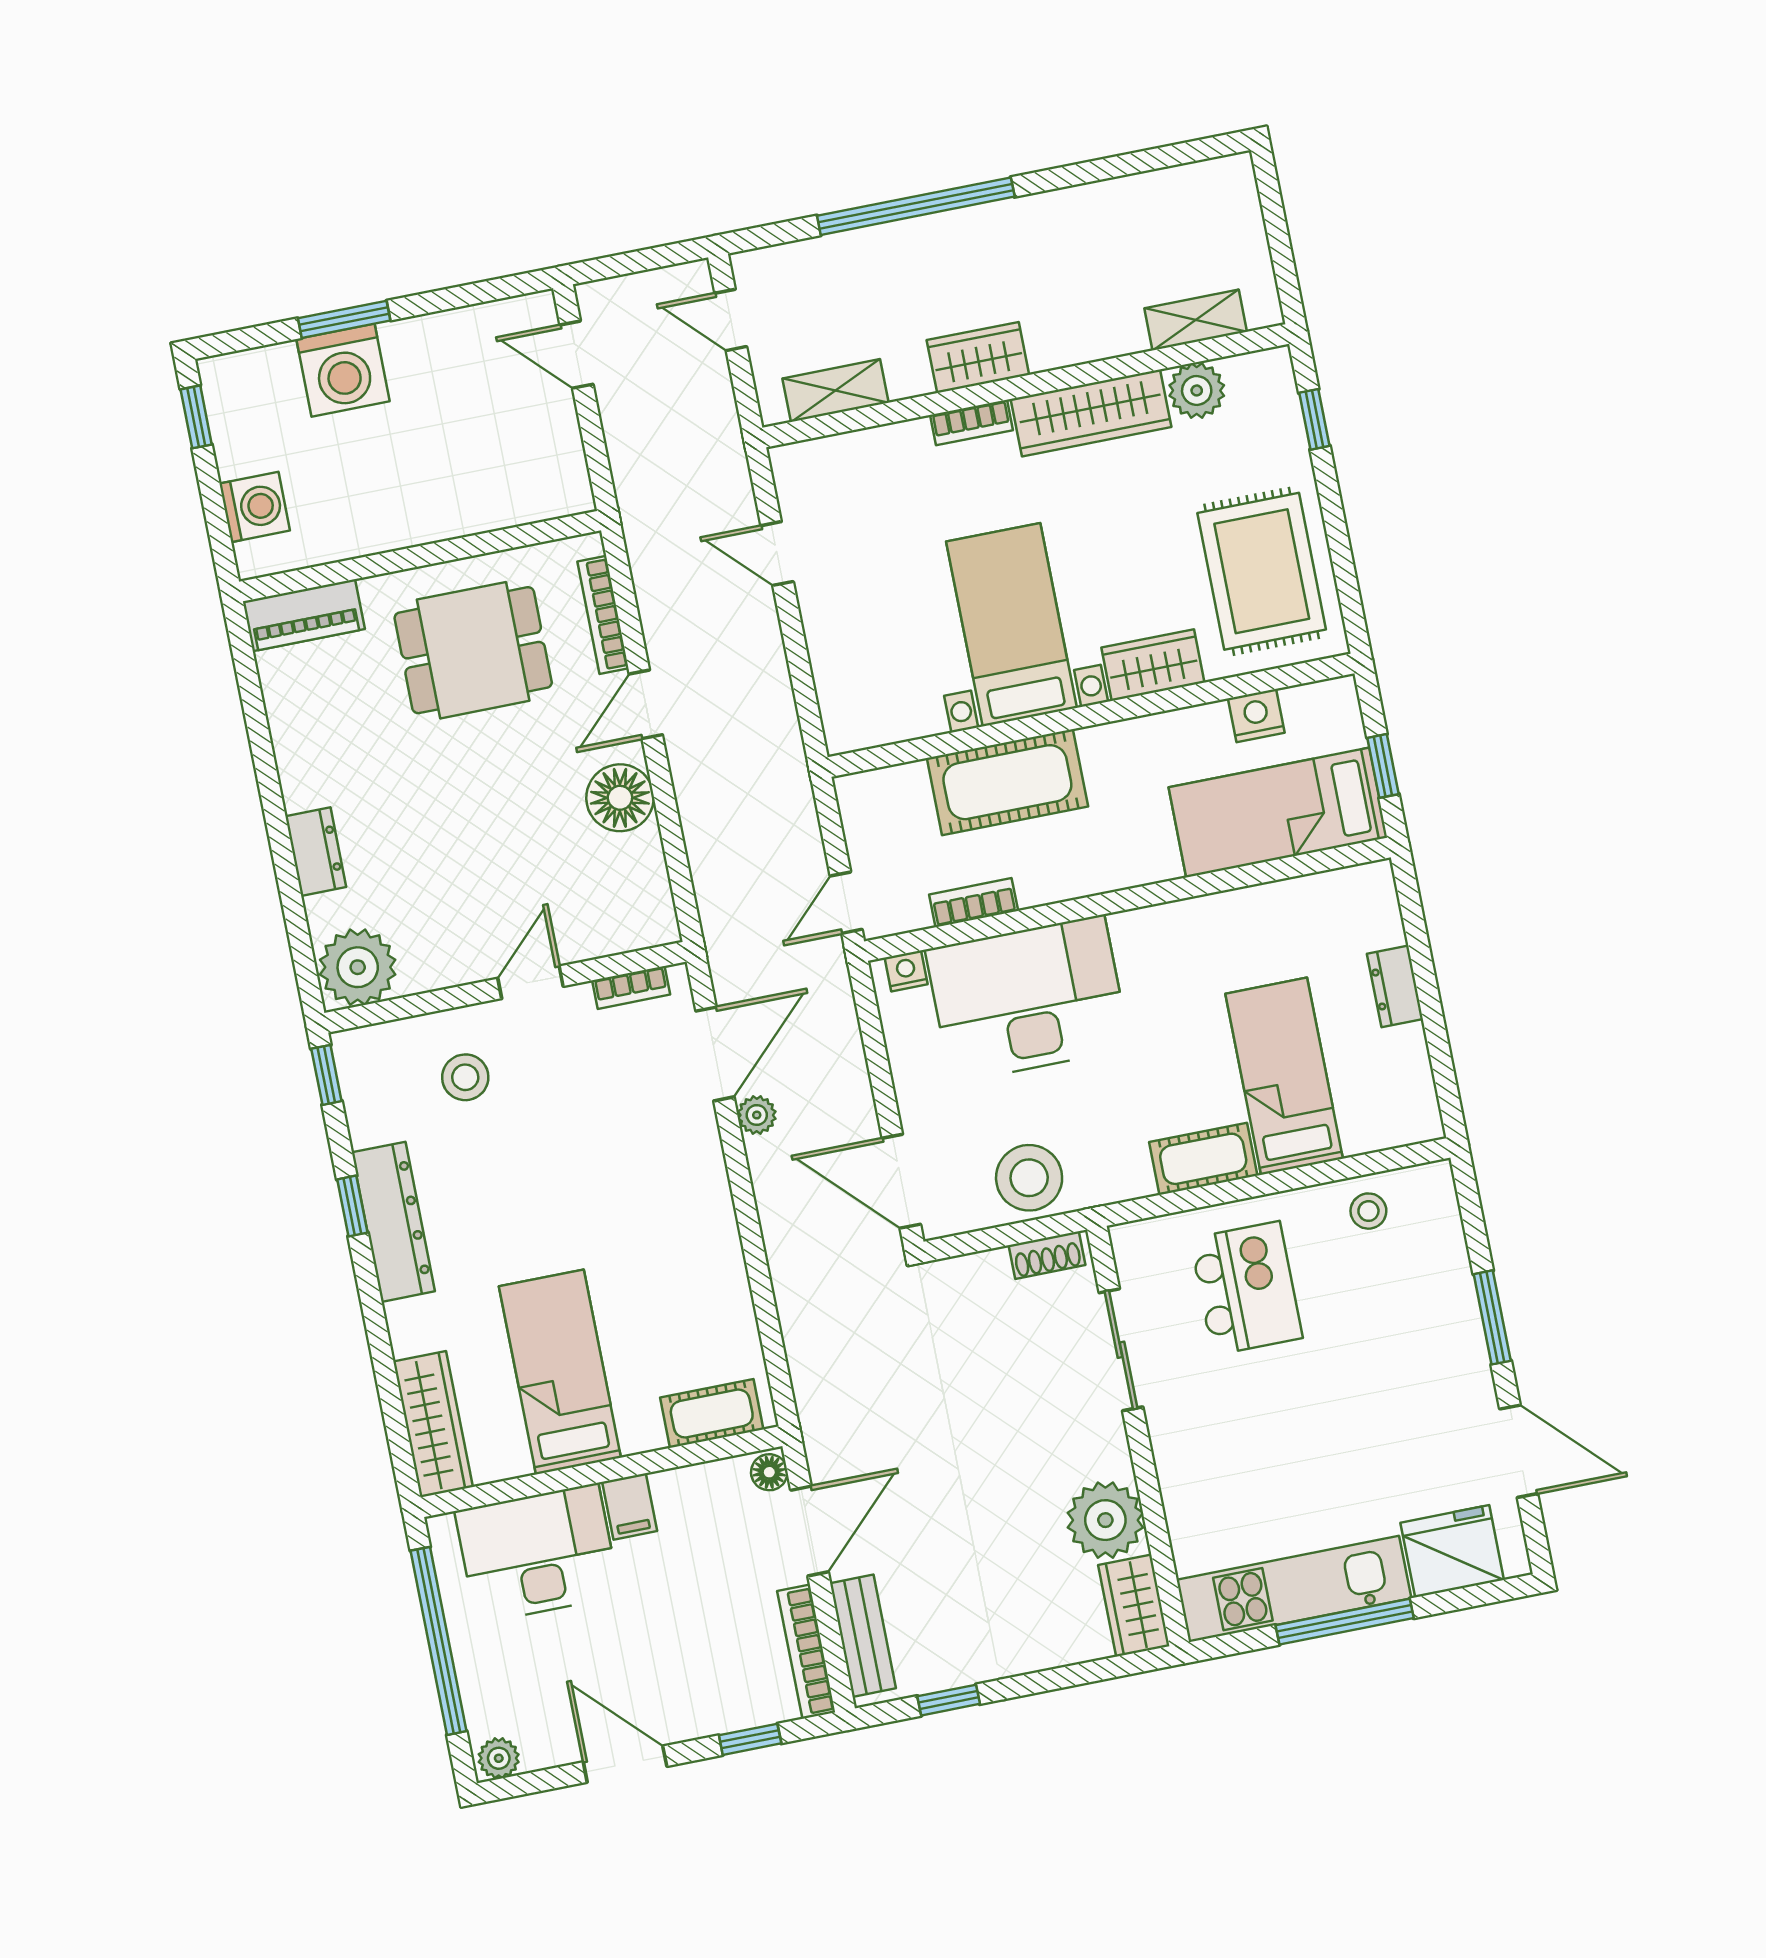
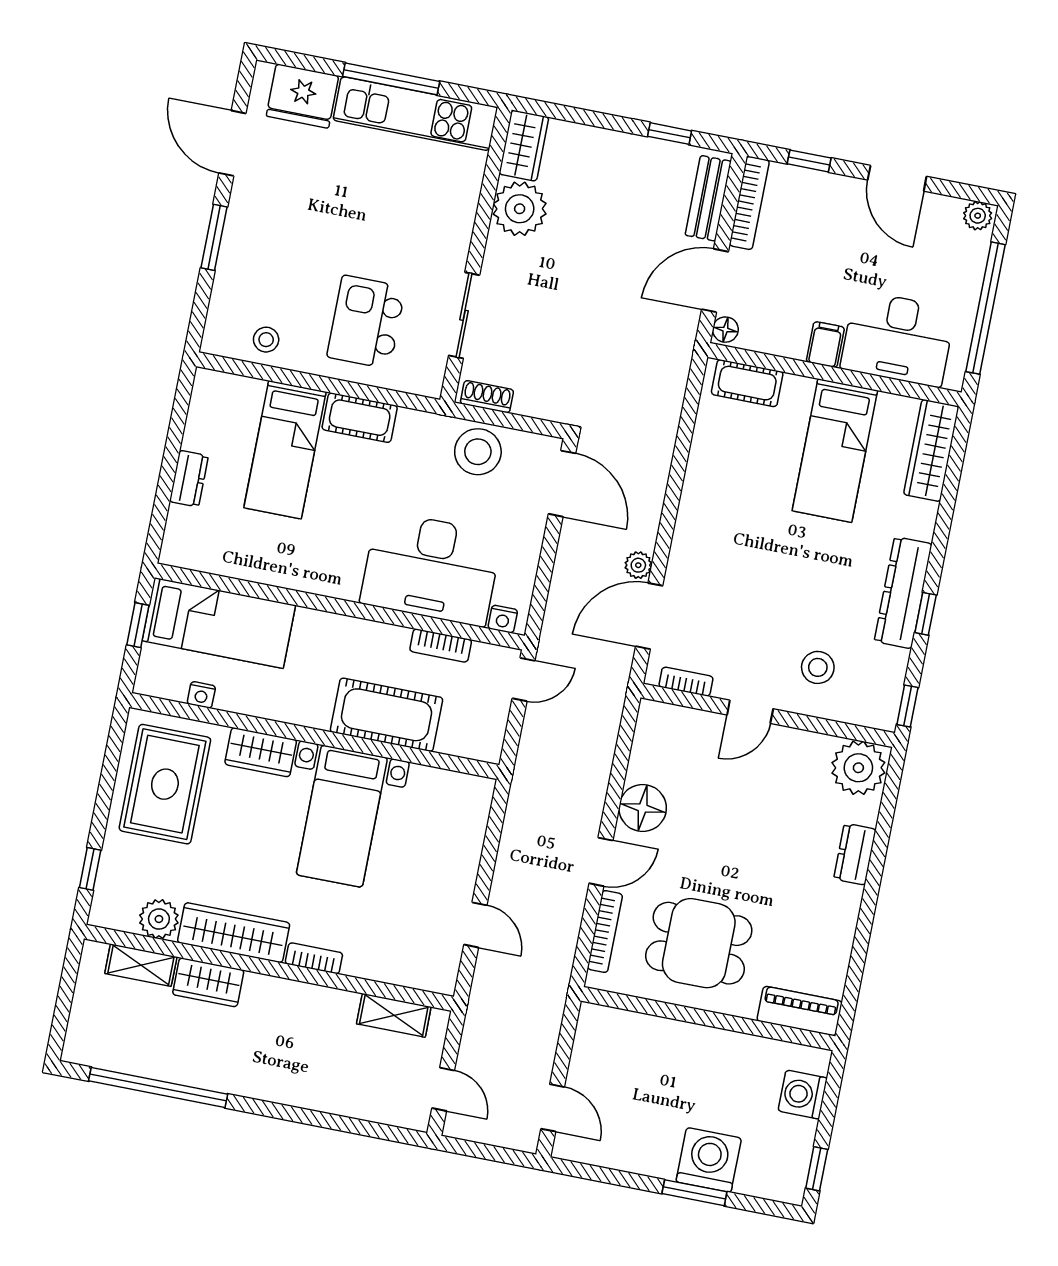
window: (916, 206) -> (158, 1087), moved
wardrobe: (978, 358) -> (208, 982), moved
nightstand: (1256, 716) -> (201, 695), width x0.72, depth x0.74

